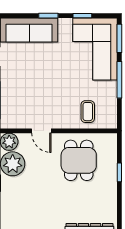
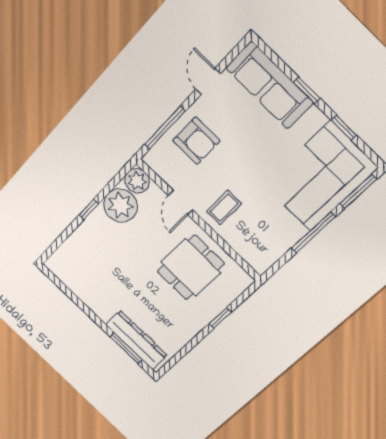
armchair: (20, 91) -> (196, 141), added
coffee table: (88, 112) -> (224, 208), moved

